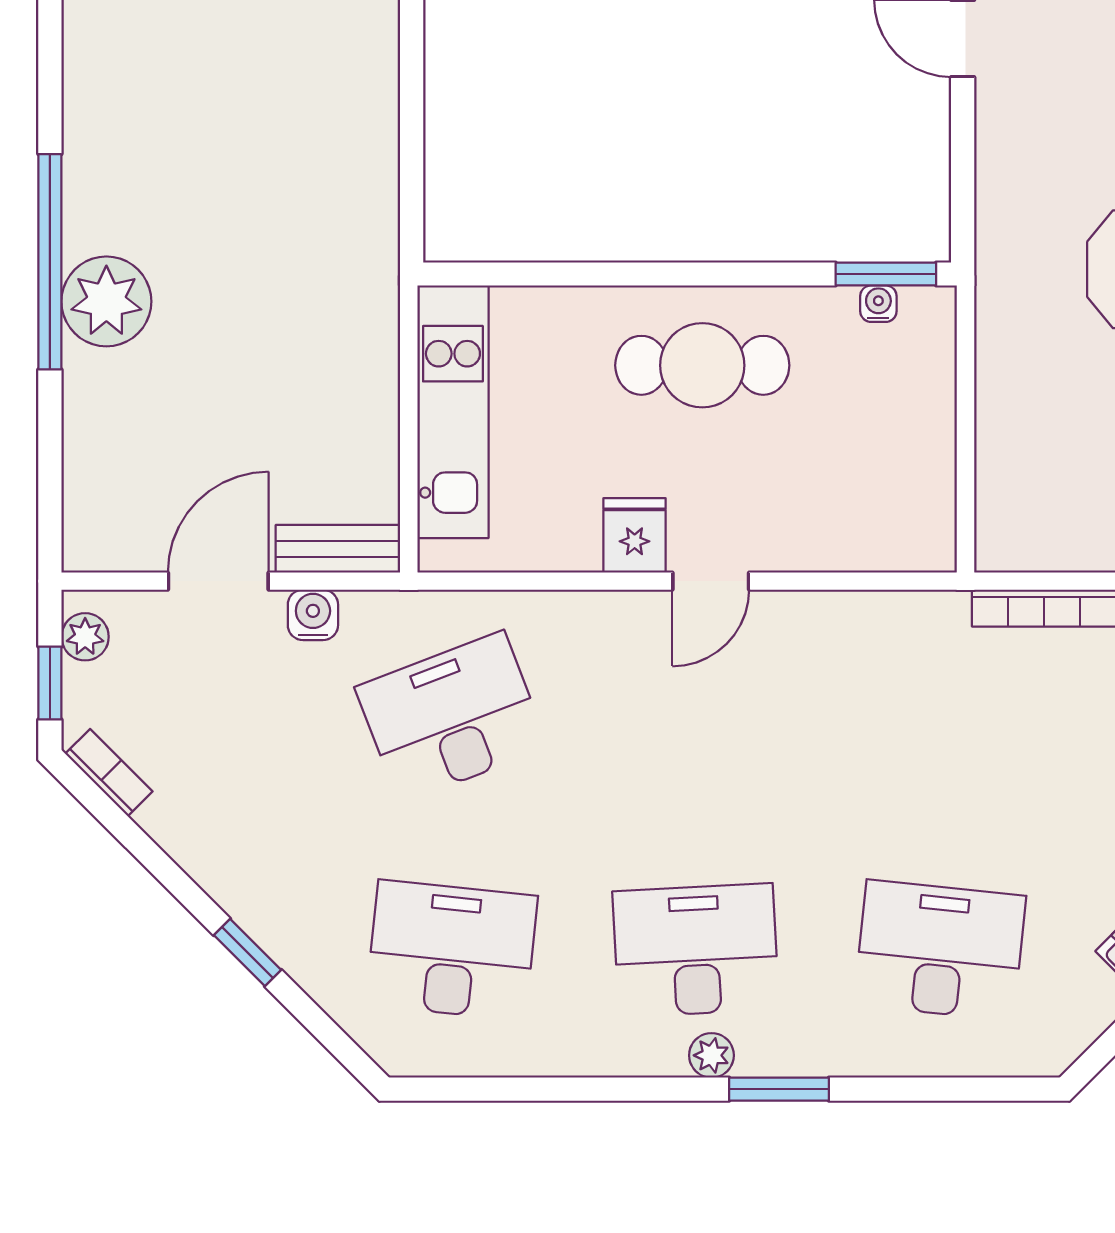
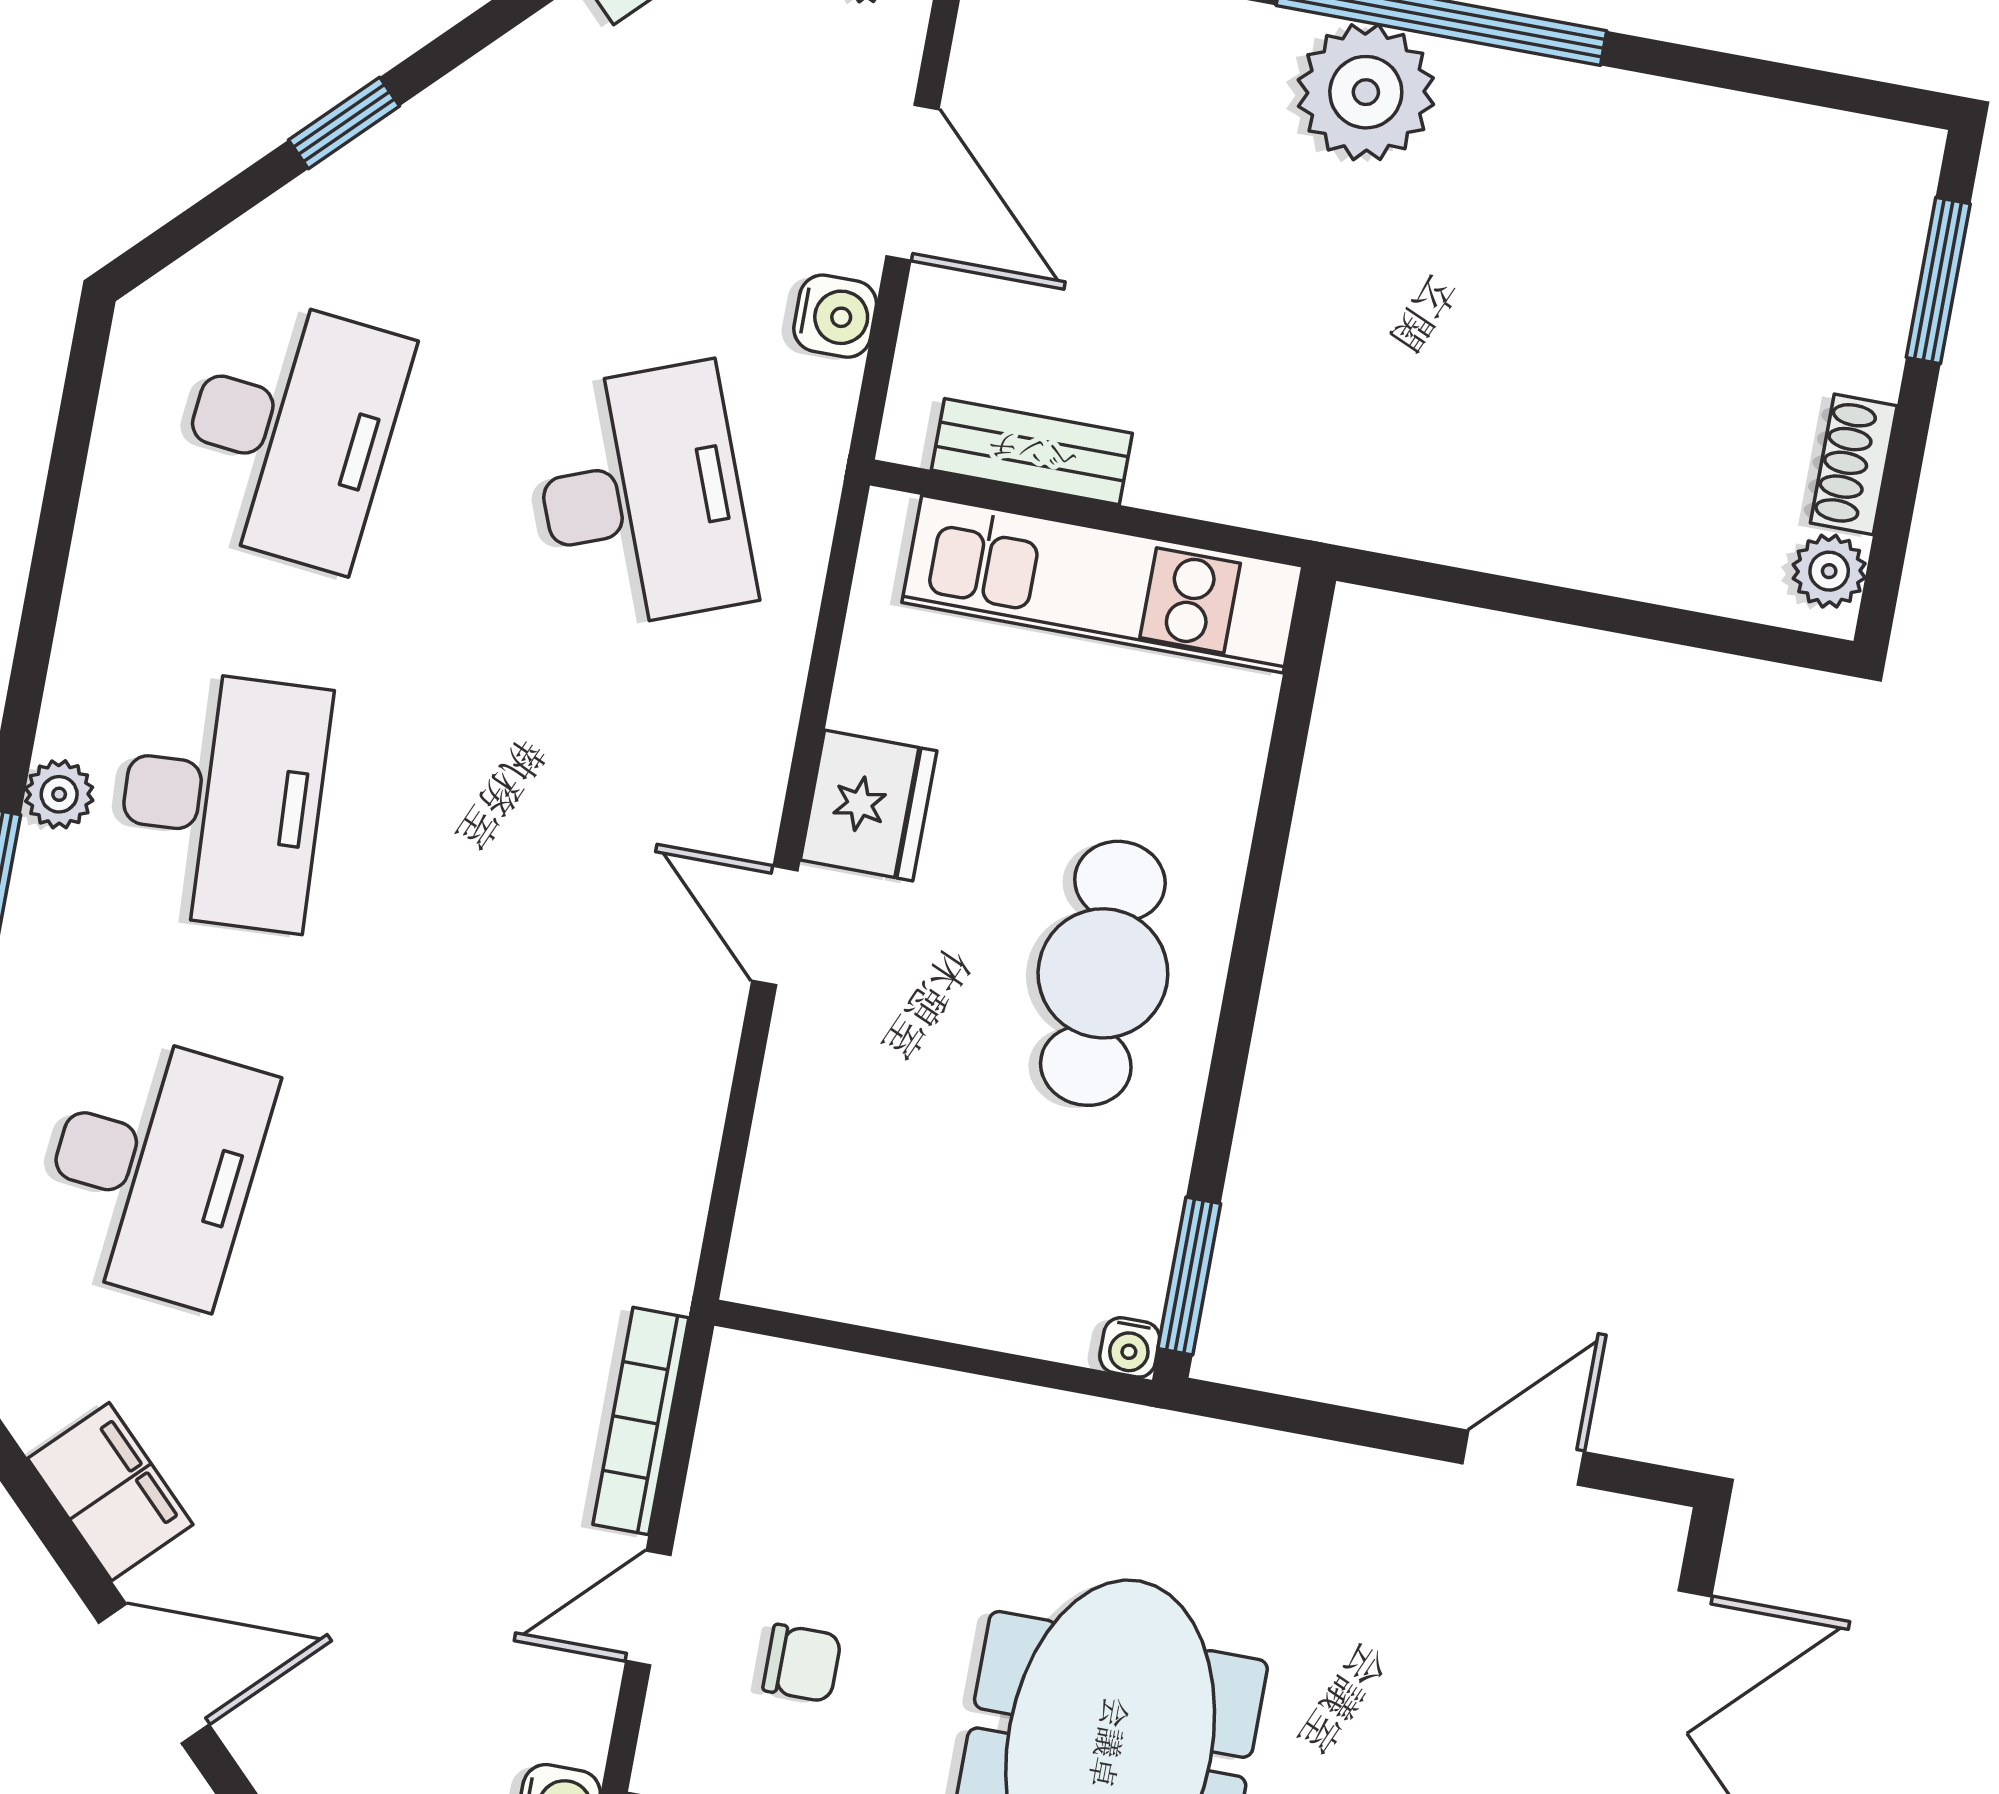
water cooler: (878, 304) -> (1130, 1347), moved, turned 90
fridge: (635, 535) -> (869, 805), width x1.38
bench: (338, 549) -> (1032, 452), moved, turned 90

